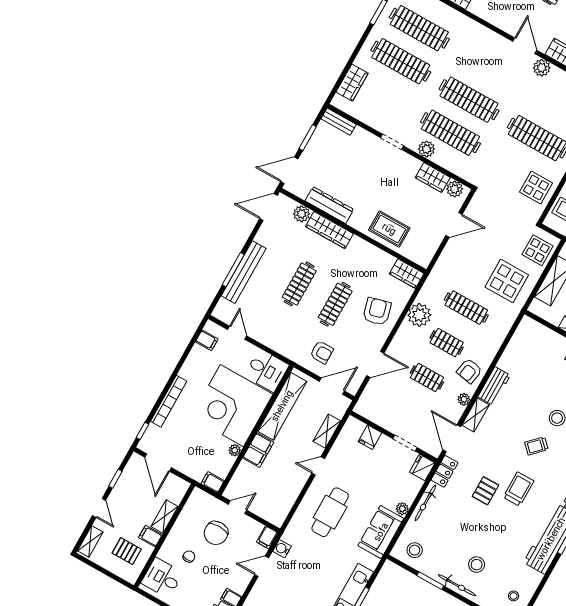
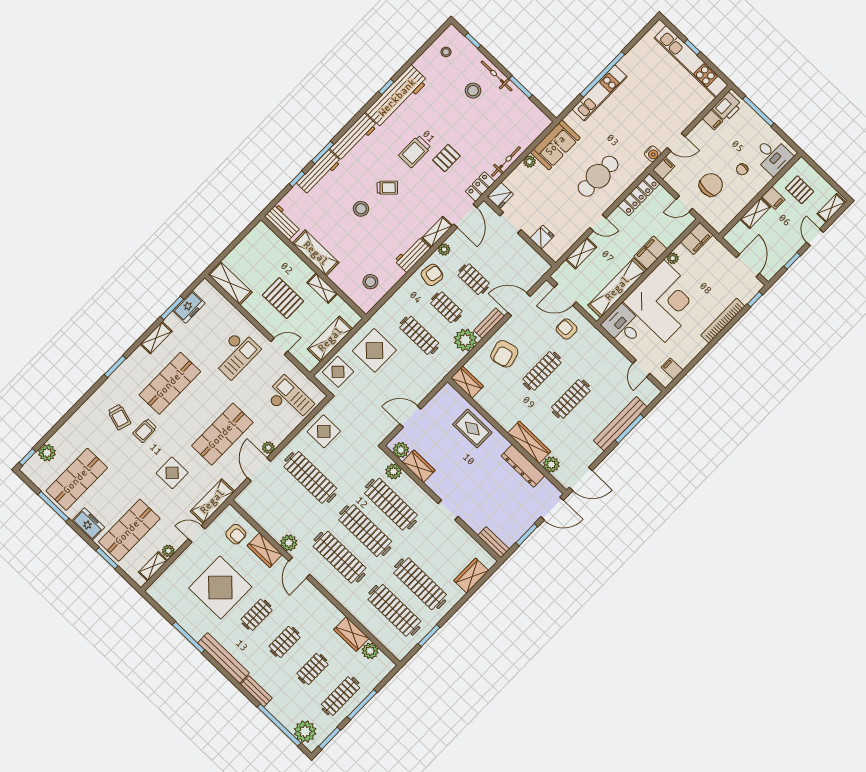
clothes rail: (488, 67) -> (340, 557), added
plant: (426, 149) -> (394, 471), moved
bench: (400, 338) -> (489, 323), added
filing cabinet: (213, 482) -> (697, 238), width x2.00
locker: (285, 504) -> (639, 195), added
stool: (415, 550) -> (370, 282), moved

